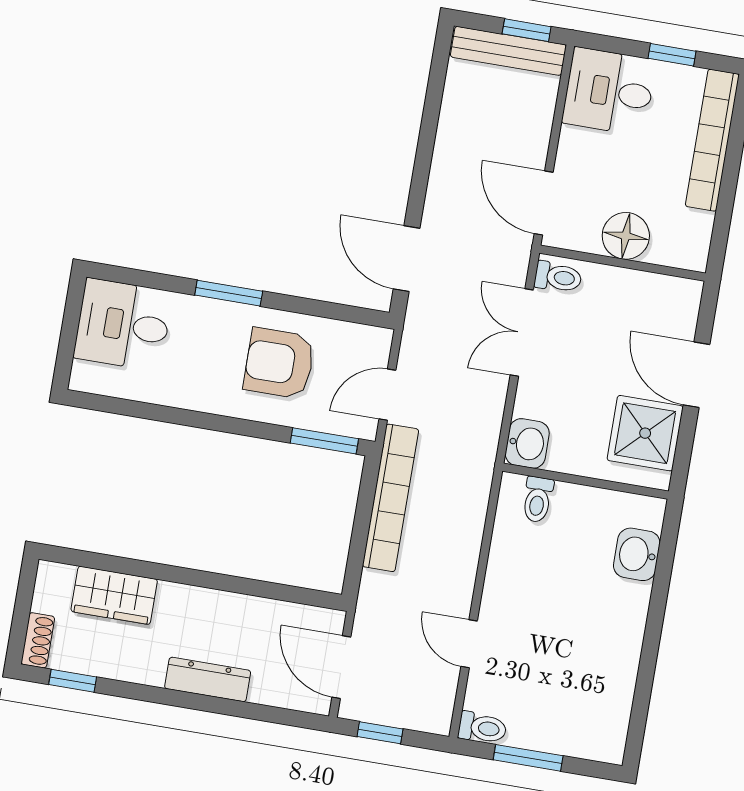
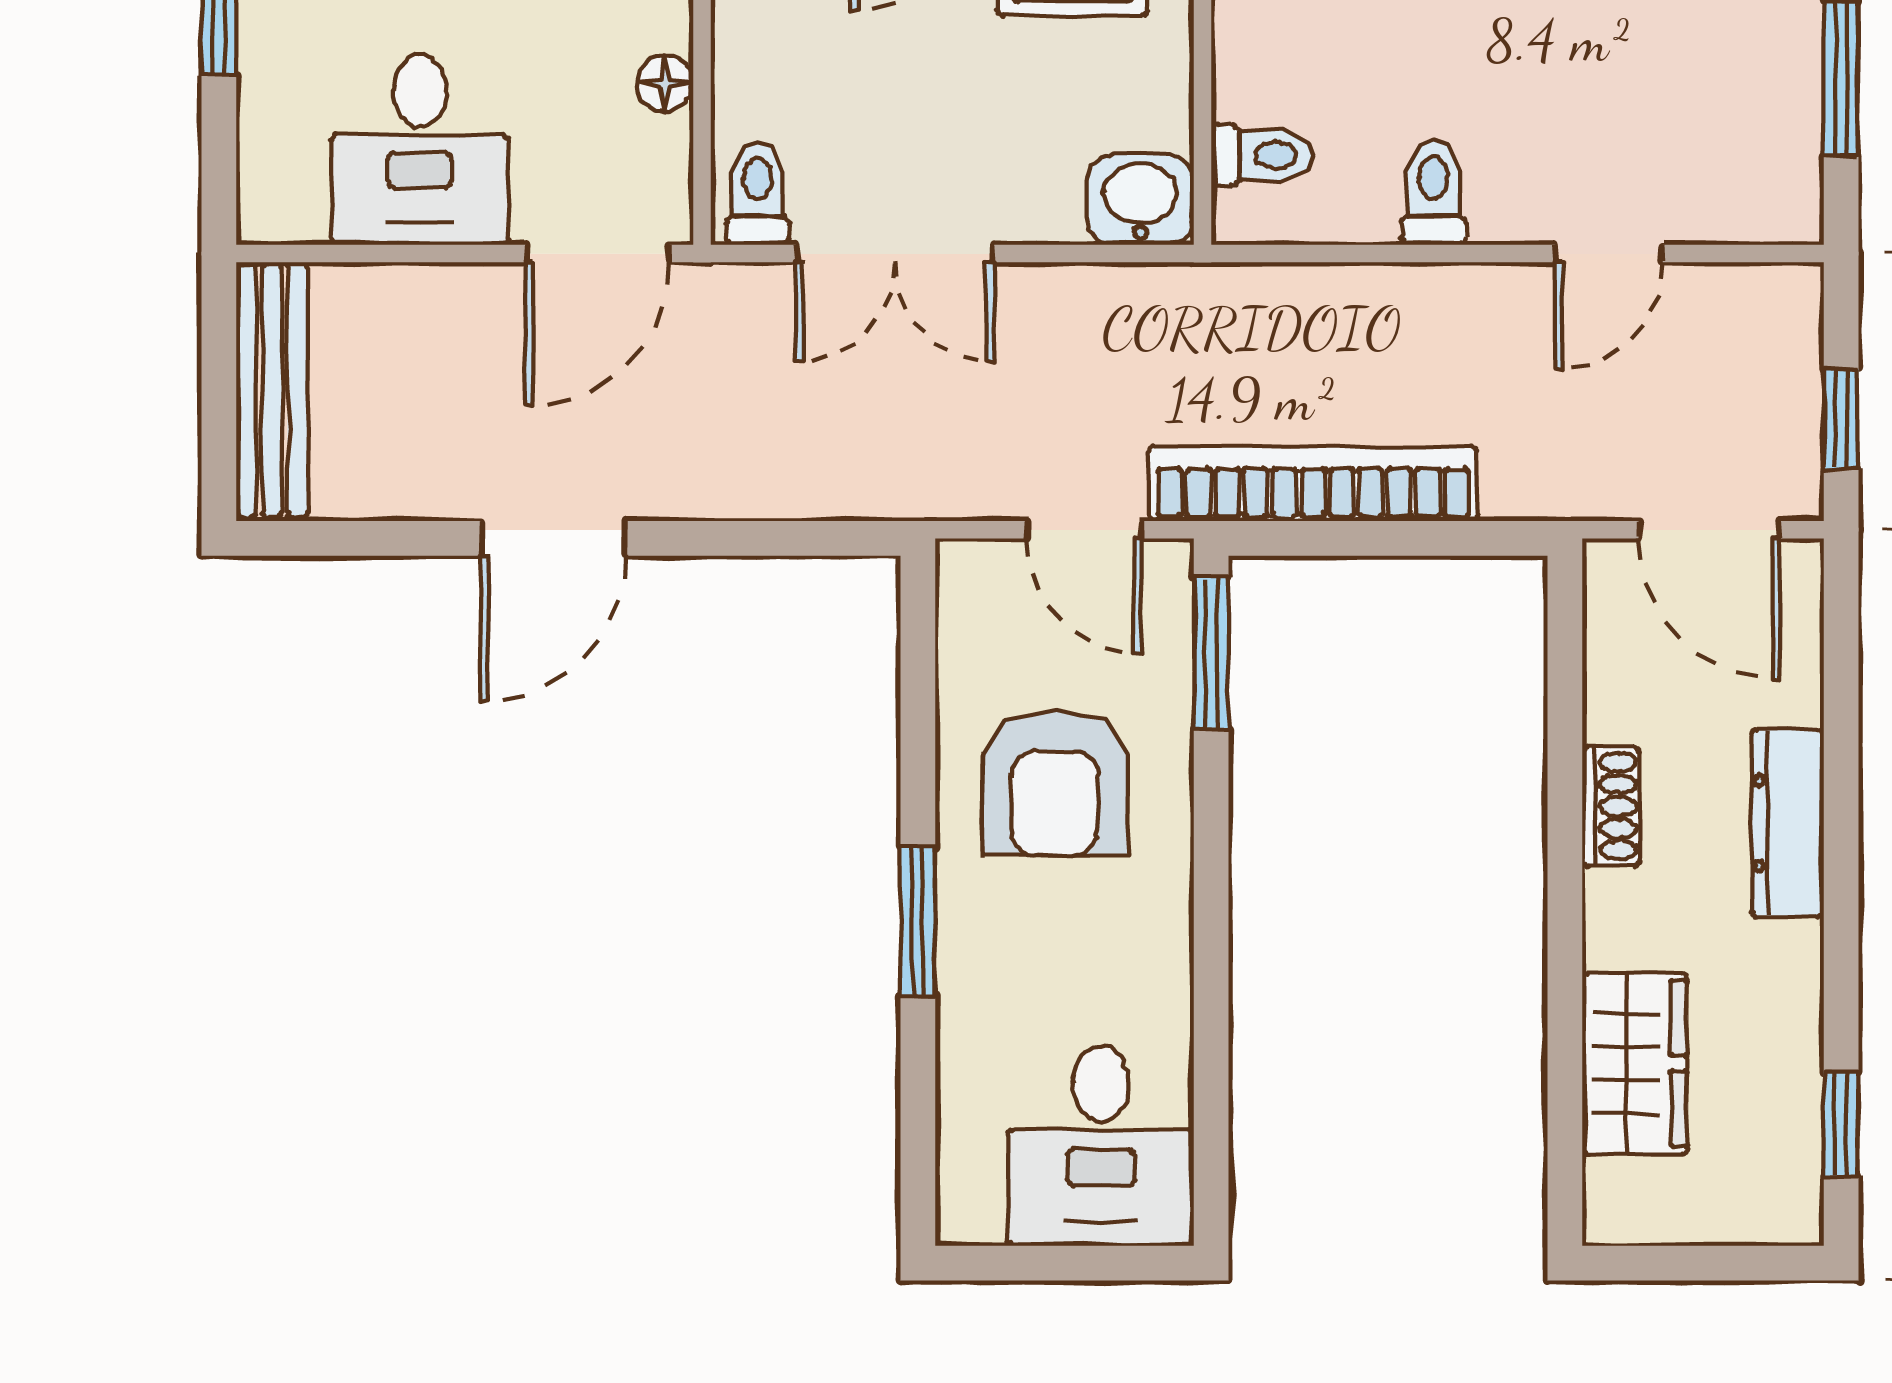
window: (527, 30) -> (219, 357), removed
desk: (609, 91) -> (420, 150), moved
floor lamp: (626, 236) -> (665, 83), width x0.53, depth x0.53
door: (407, 259) -> (553, 538), moved
desk: (123, 325) -> (1101, 1146), moved
shoe rack: (38, 640) -> (1611, 806), moved, turned 90
door: (341, 667) -> (1709, 530), hinge flipped
toilet: (482, 728) -> (1433, 192), moved

